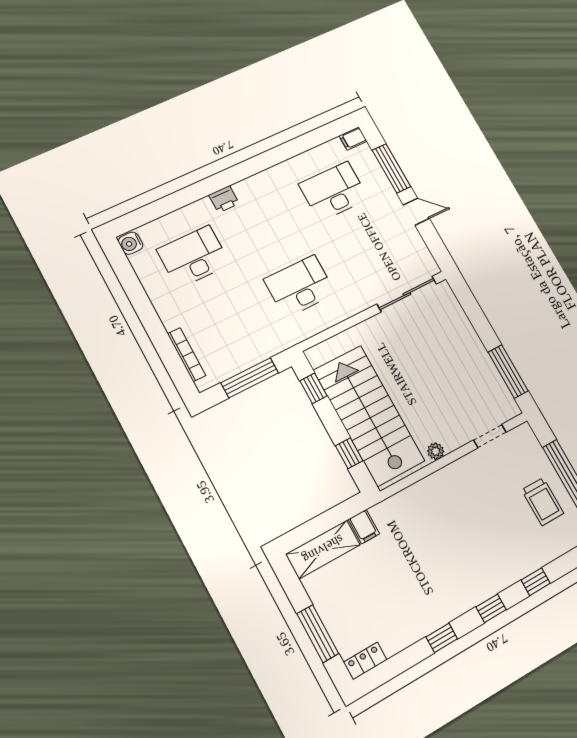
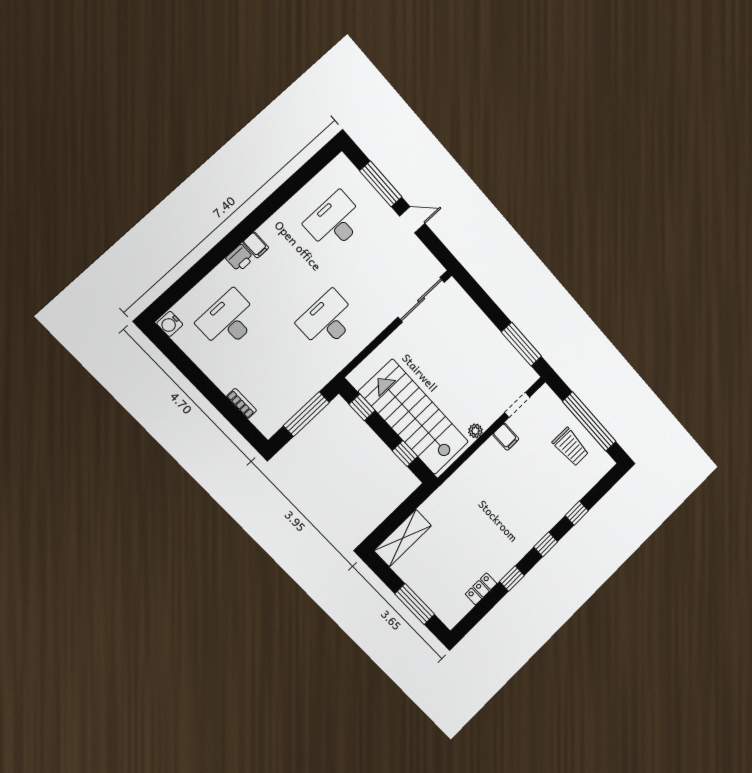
filing cabinet: (353, 139) -> (256, 245), moved, turned -90
bookcase: (187, 355) -> (242, 403), width x0.64
filing cabinet: (364, 527) -> (506, 437), moved
locker: (365, 661) -> (481, 589), moved

